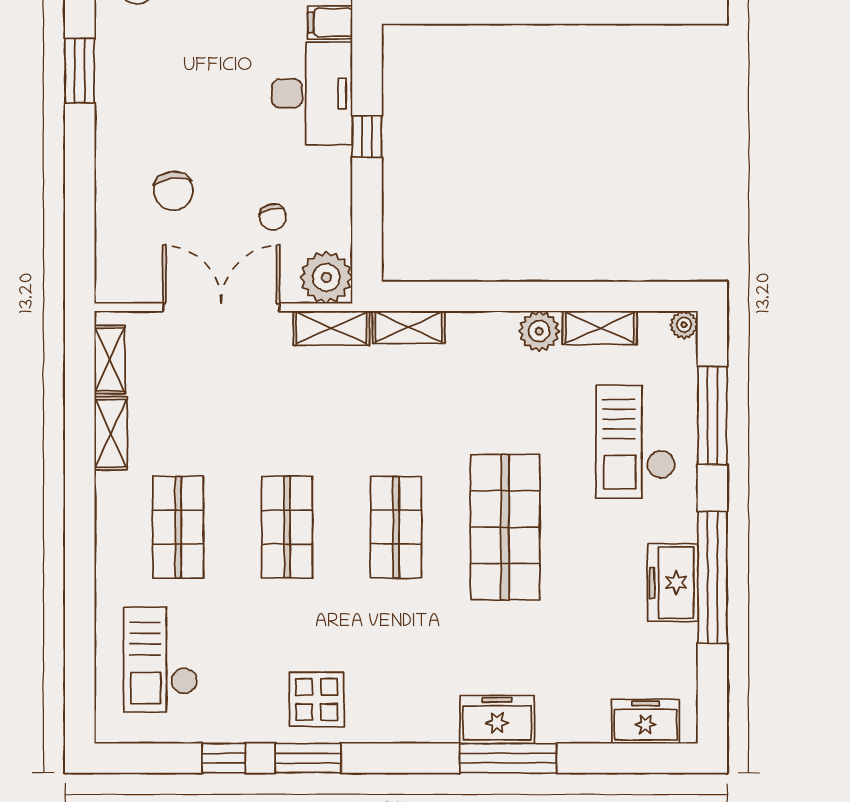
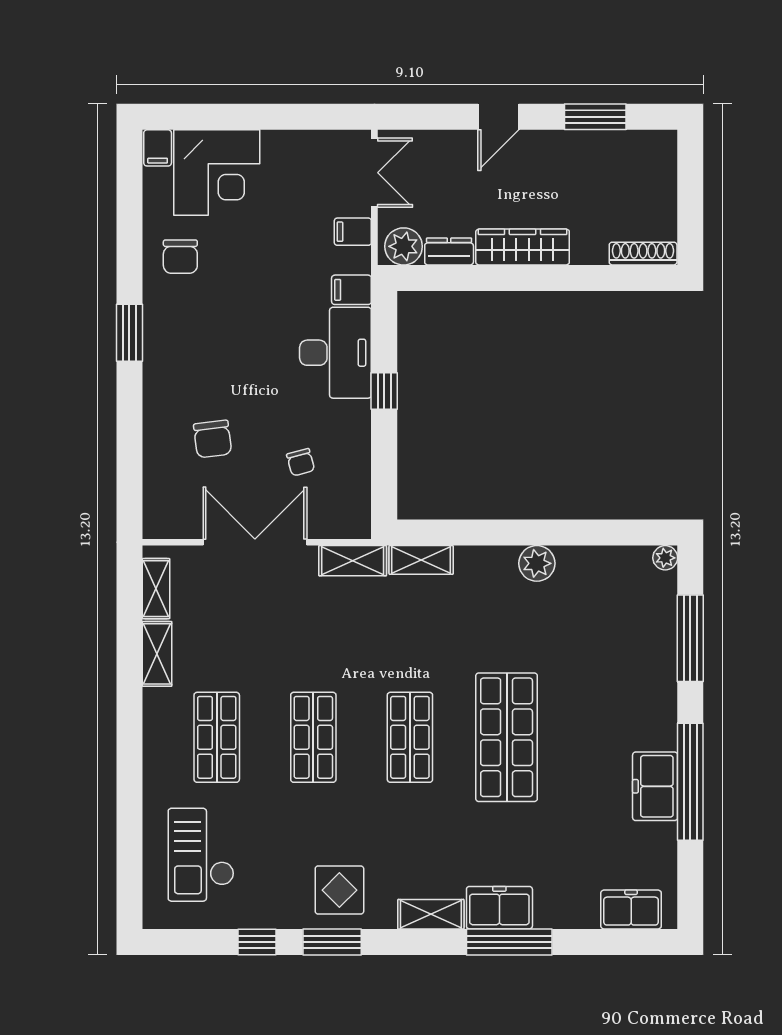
plant: (326, 277) -> (348, 516), removed
shelving: (600, 328) -> (431, 914), moved
checkout: (636, 442) -> (622, 662), removed

